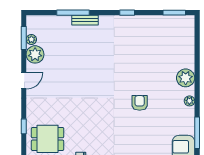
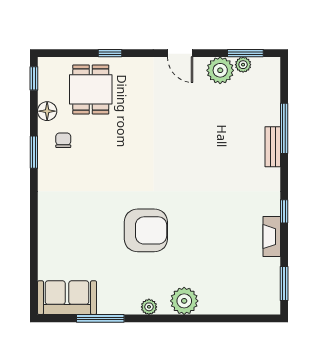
fireplace: (144, 21) -> (272, 237), added
armchair: (140, 103) -> (146, 230), width x1.88, depth x1.88

